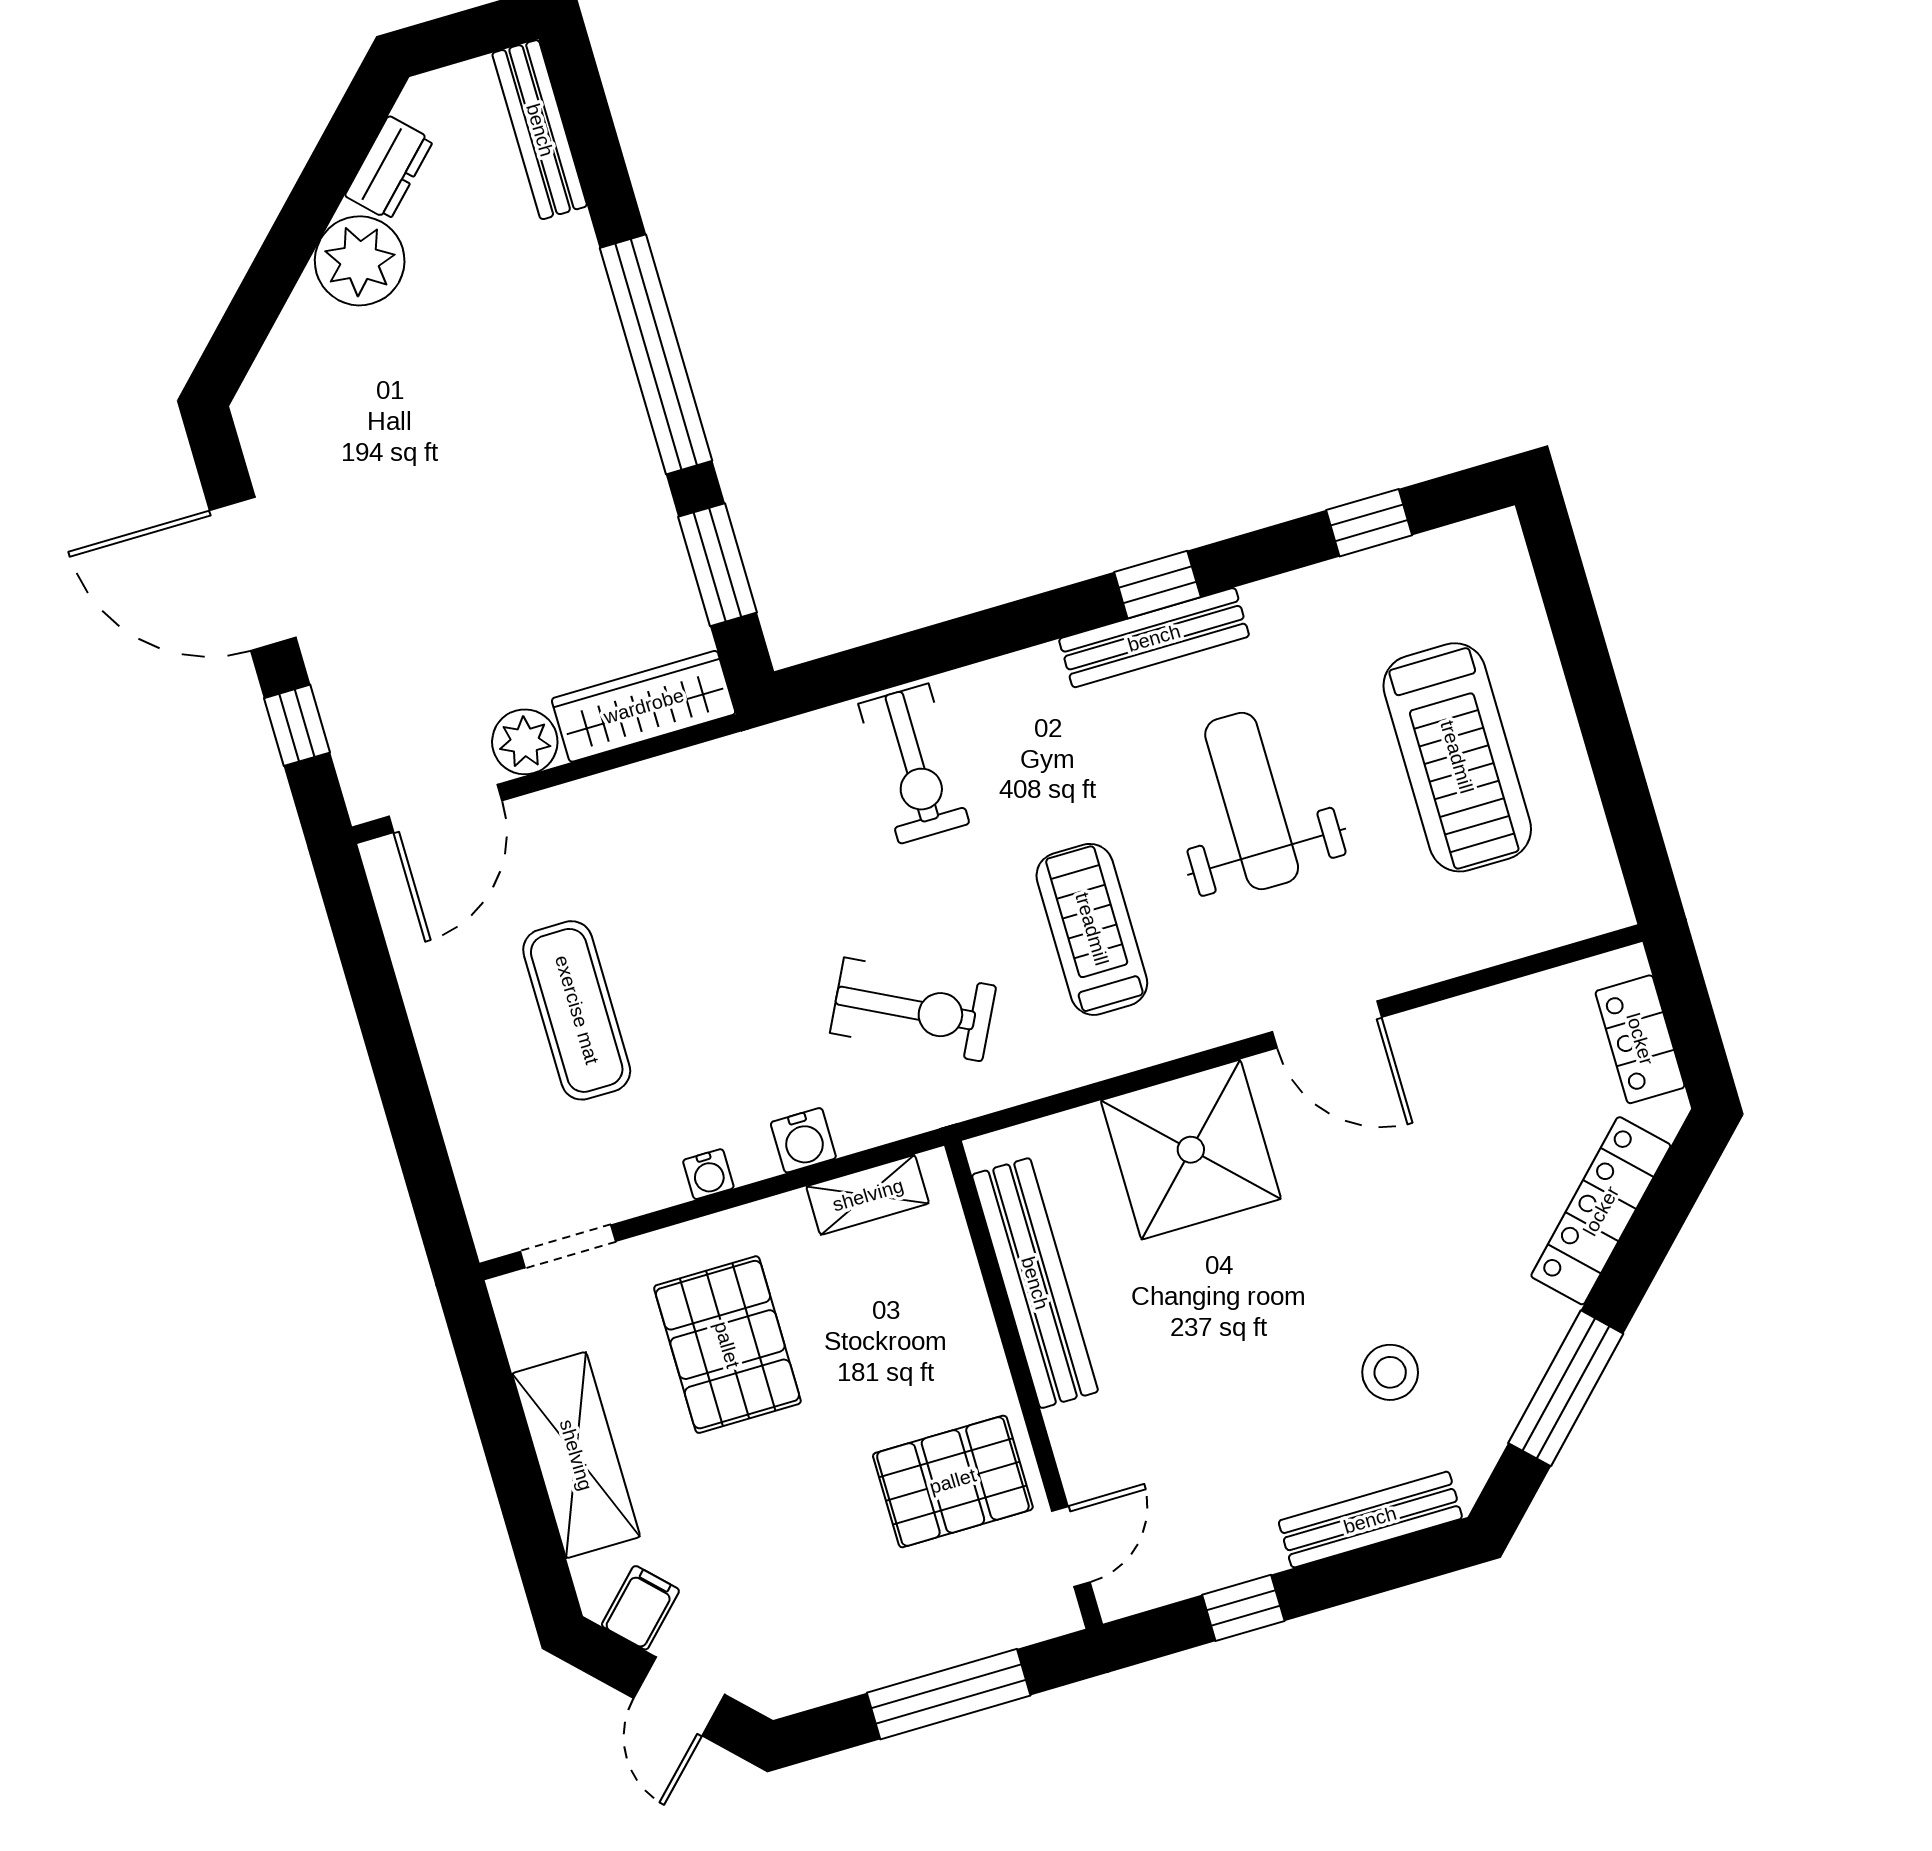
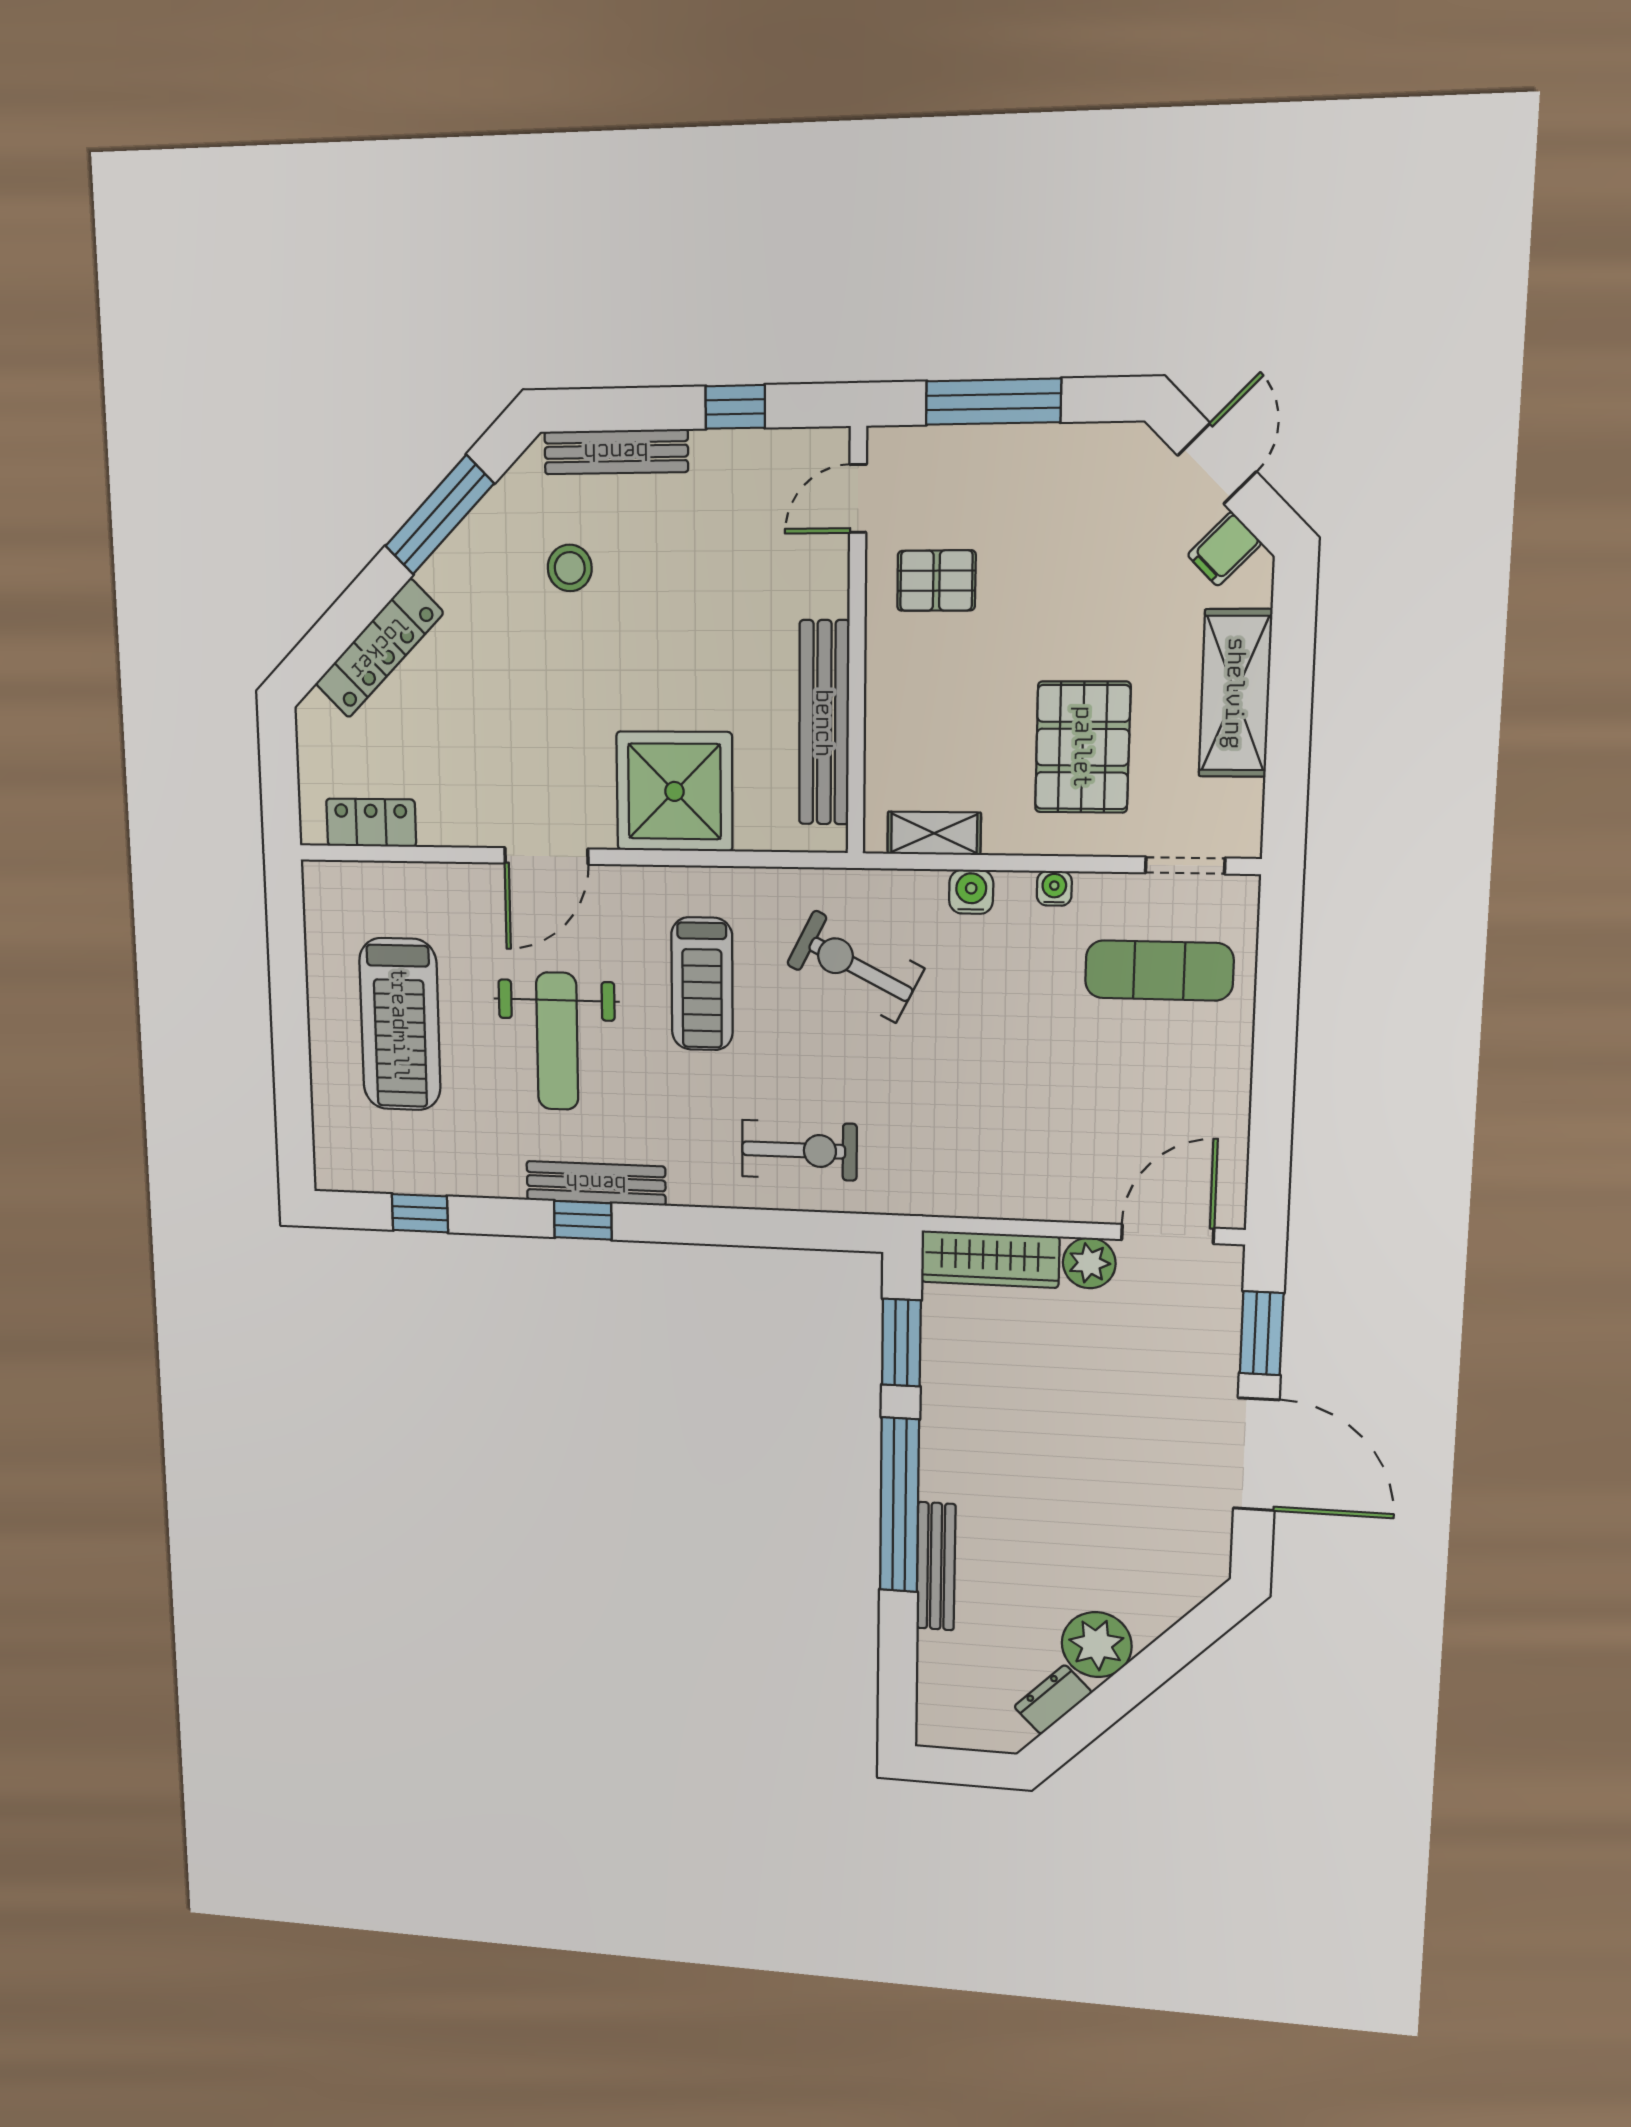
bench: (540, 130) -> (936, 1566), moved
window: (297, 725) -> (1262, 1333), width x1.50
treadmill: (1457, 757) -> (400, 1024), turned 180
exercise bike: (914, 764) -> (799, 1150), turned 90
exercise mat: (577, 1010) -> (1159, 971), moved, turned 90
door: (1327, 1024) -> (546, 856), swing flipped
locker: (1640, 1039) -> (371, 823), moved, turned -90
pallet: (953, 1481) -> (936, 581), width x0.67, depth x0.71

